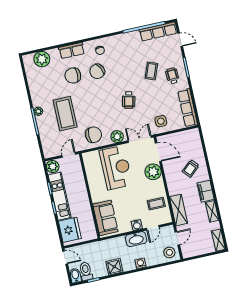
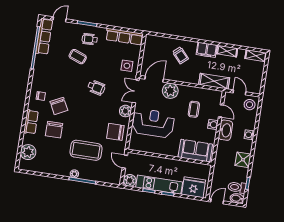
chair: (94, 135) -> (115, 132), turned -90
coffee table: (156, 204) -> (194, 109), moved

